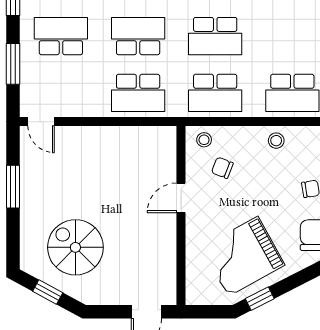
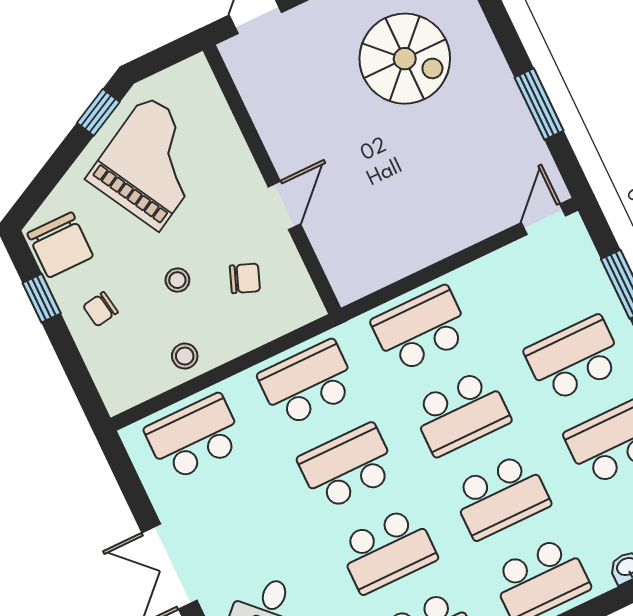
school desk: (61, 36) -> (574, 359), turned 180
door: (41, 122) -> (543, 219), hinge flipped
stool: (204, 140) -> (177, 280), moved

